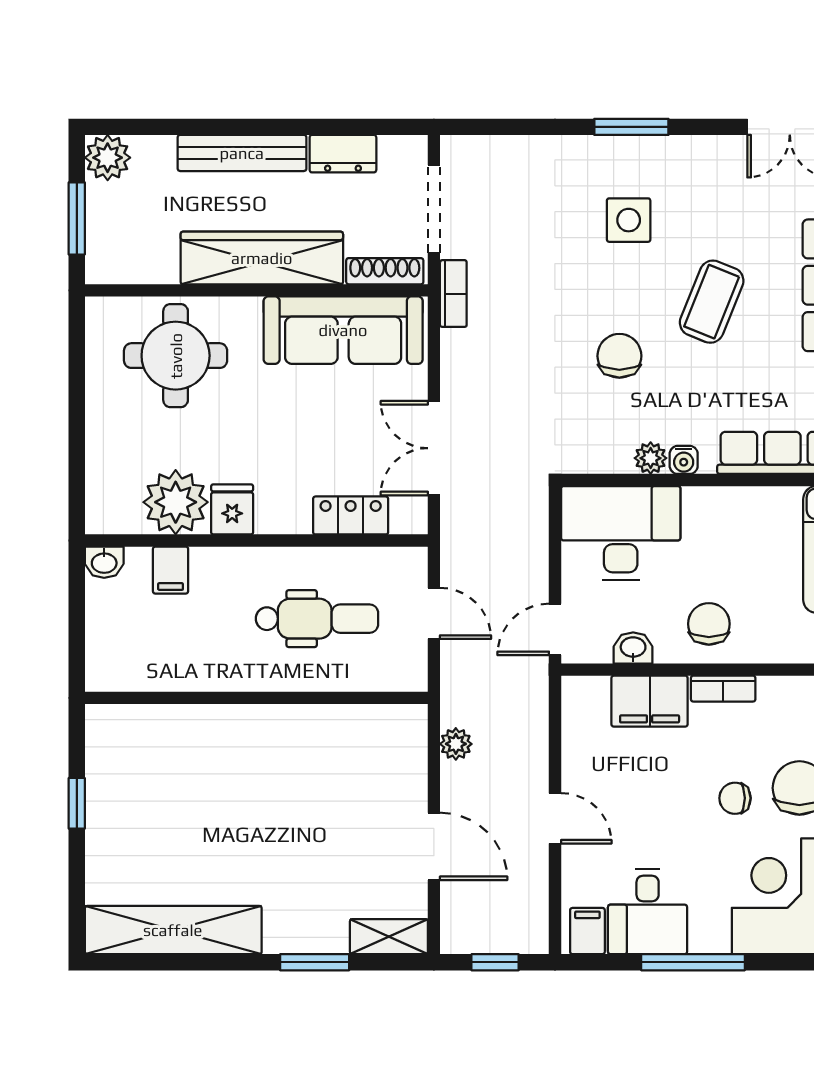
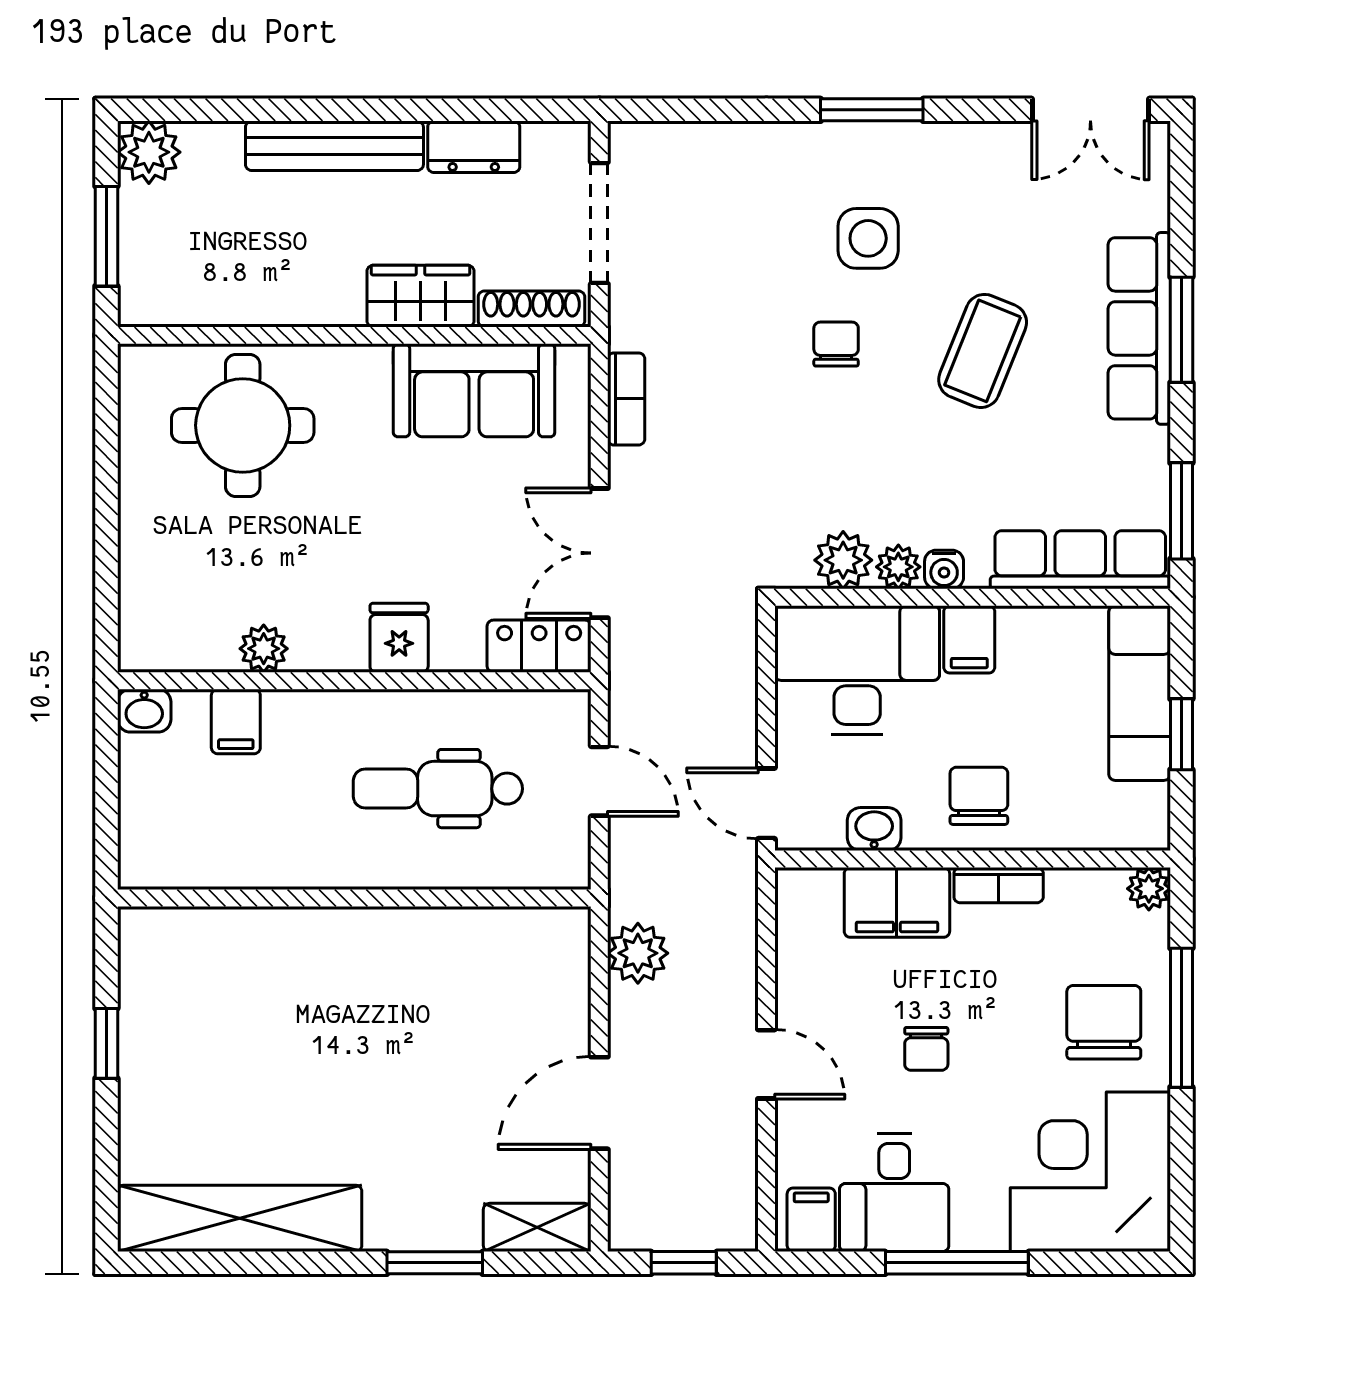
wardrobe: (262, 258) -> (420, 296), width x0.48, depth x0.85
bookcase: (453, 294) -> (626, 399), moved
sofa: (343, 330) -> (474, 390), width x0.73
chair: (619, 356) -> (836, 344), moved, width x0.73, depth x0.73
plant: (611, 453) -> (843, 560), added
plant: (176, 502) -> (264, 649), width x0.53, depth x0.53
fridge: (232, 509) -> (399, 638), moved
filing cabinet: (702, 511) -> (969, 639), added
locker: (351, 515) -> (539, 646), moved
dental chair: (317, 619) -> (438, 789), turned 180
door: (555, 629) -> (766, 803), hinge flipped
plant: (456, 744) -> (638, 953), width x1.38, depth x1.38
chair: (735, 798) -> (926, 1049), moved, turned -90
door: (434, 846) -> (599, 1103), swing flipped

